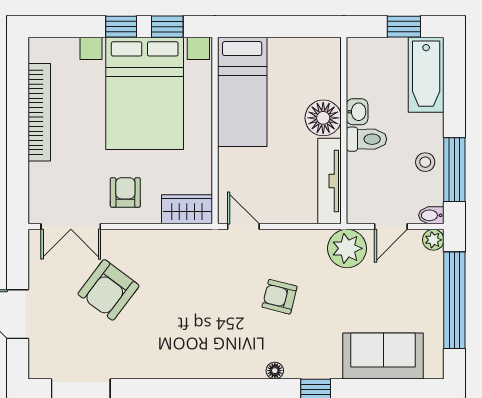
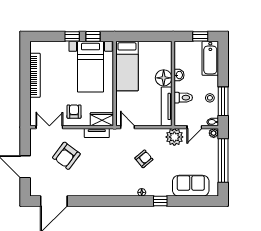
bed with nightstands: (145, 93) -> (91, 67), width x0.73
toilet: (367, 139) -> (183, 98), moved
double door: (71, 227) -> (49, 127), swing flipped
tv unit: (176, 240) -> (97, 133), added
armchair: (280, 297) -> (144, 159), turned 126

